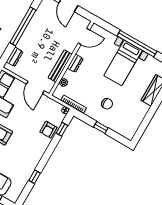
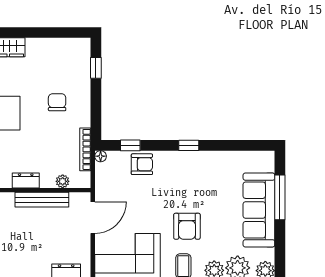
window: (101, 128) -> (96, 68), moved
window: (35, 177) -> (189, 145), moved

